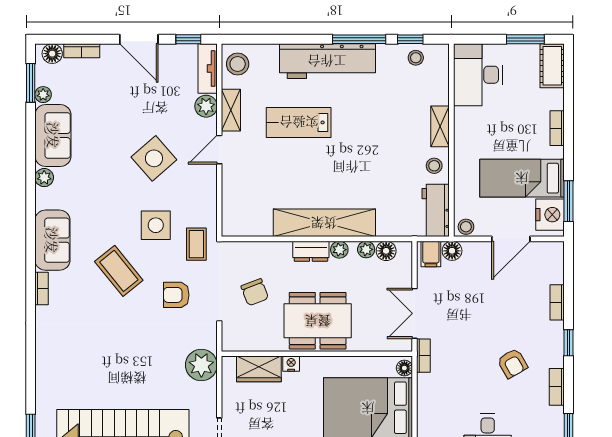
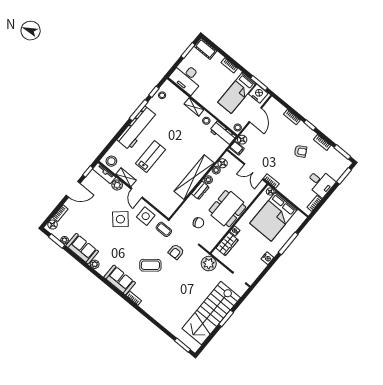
lab bench: (299, 122) -> (150, 157), turned 180
side table: (156, 225) -> (146, 216), moved

